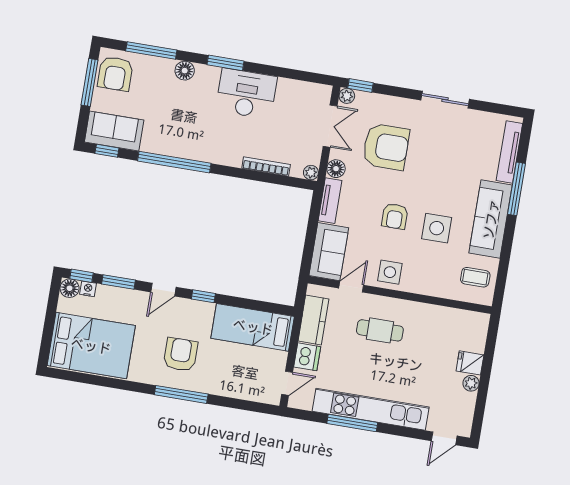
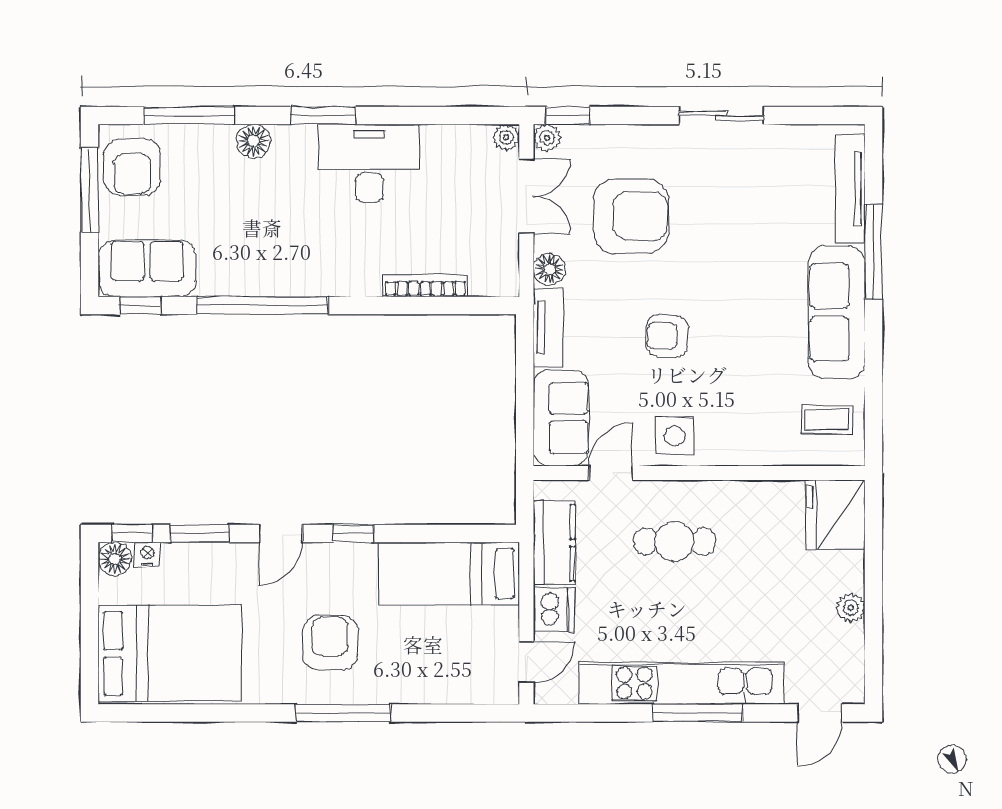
plant: (311, 173) -> (506, 137), moved
armchair: (395, 216) -> (667, 336), turned 92
side table: (437, 228) -> (744, 344), removed
fridge: (470, 363) -> (835, 515), moved, width x1.88, depth x1.34
window: (352, 423) -> (698, 713), moved

